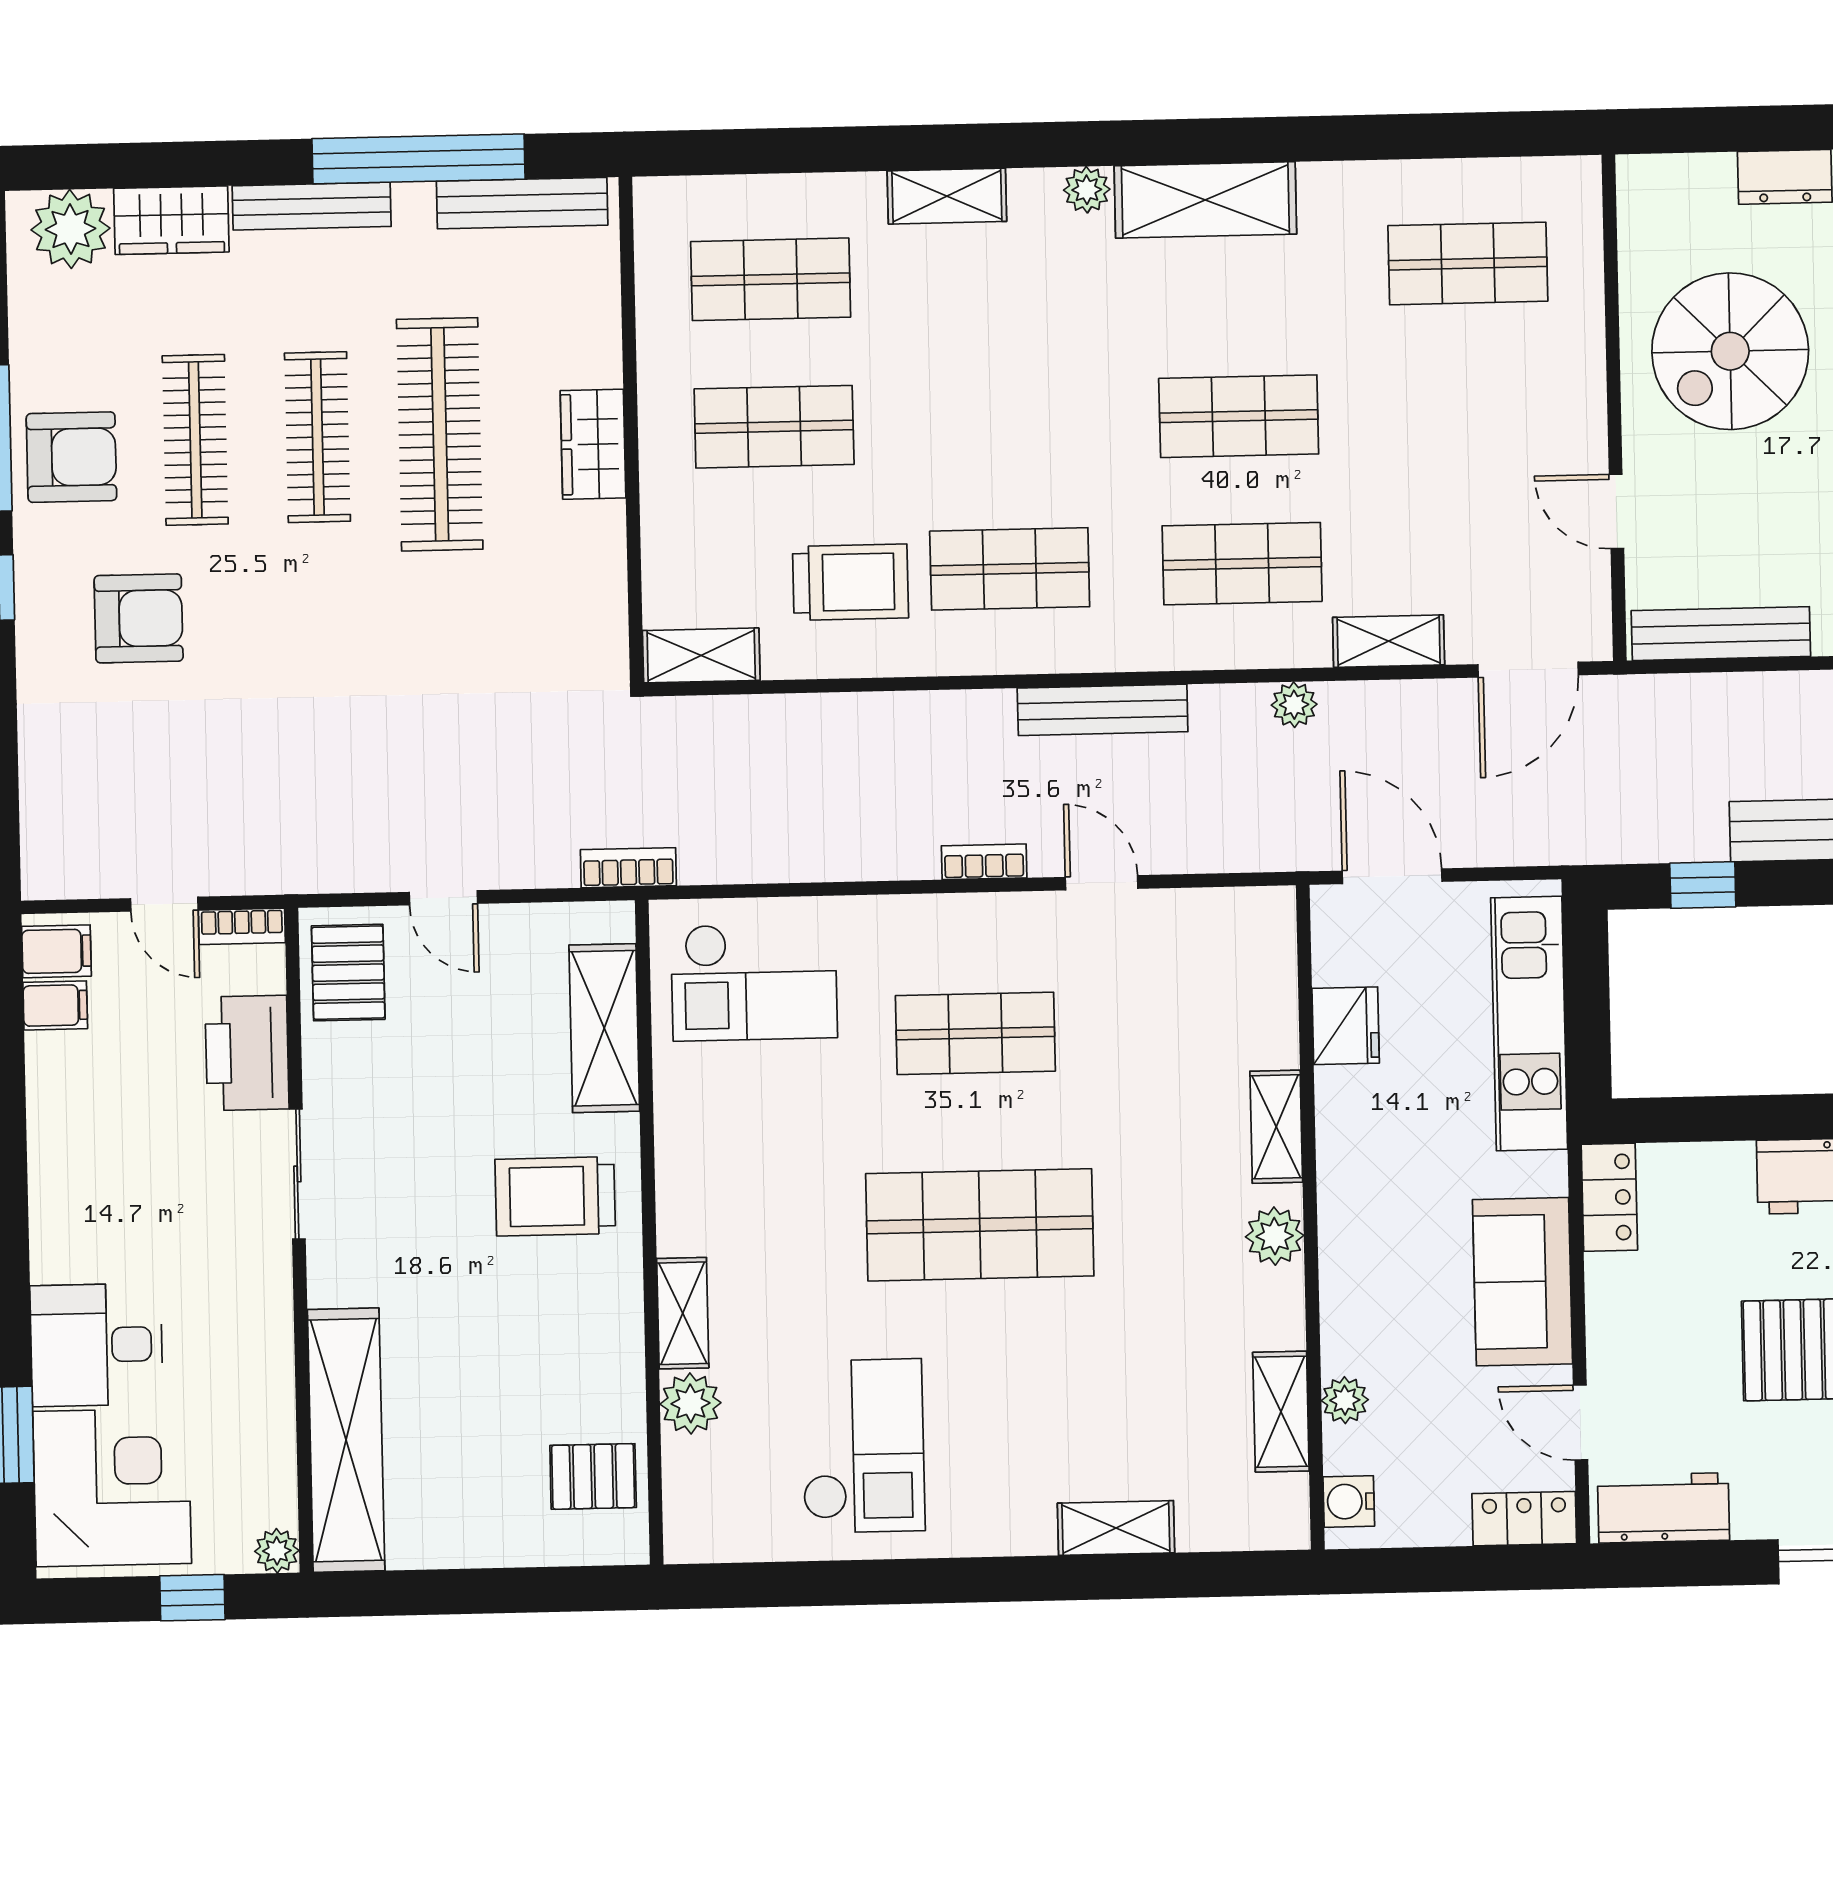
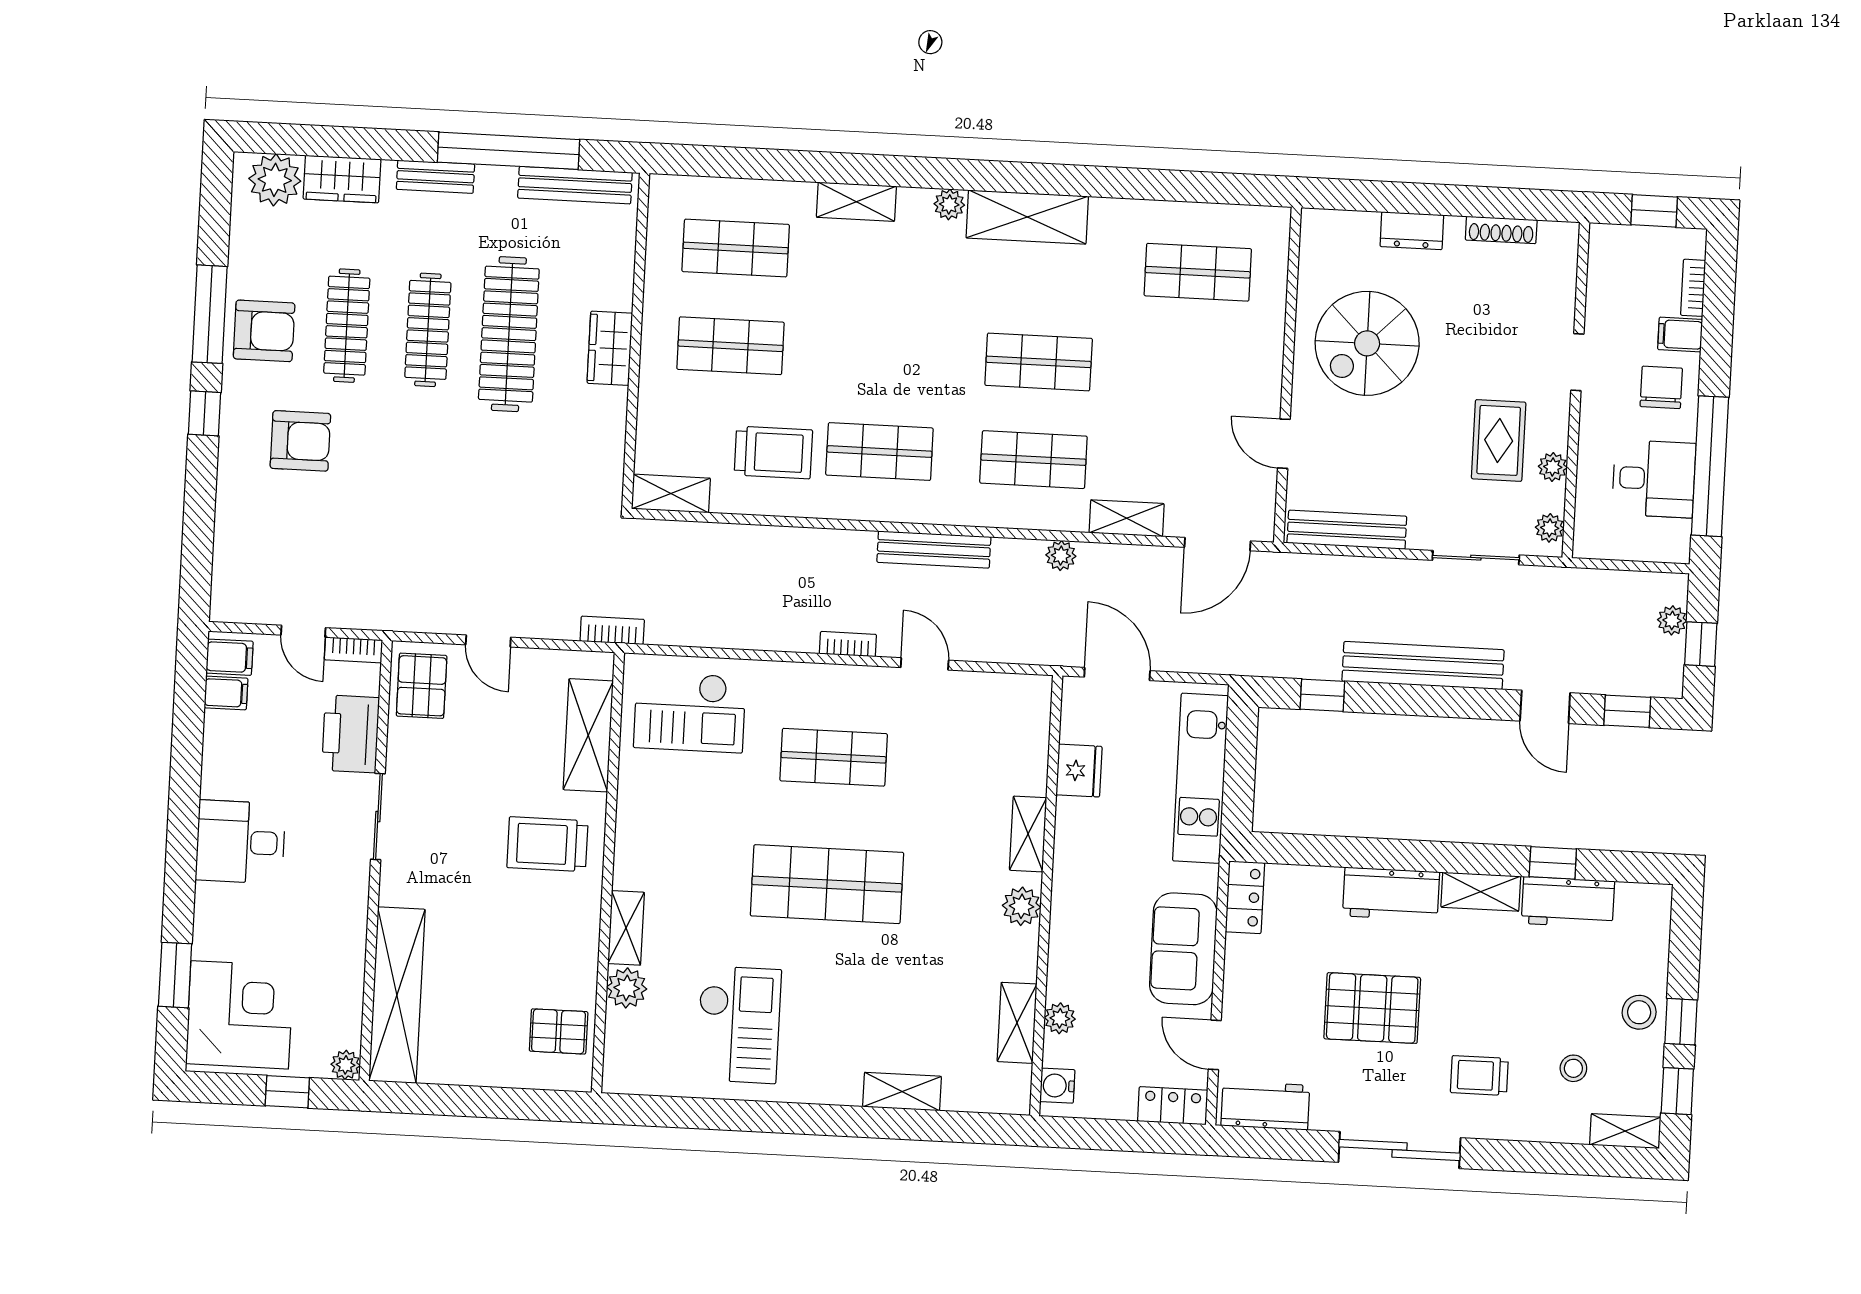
bench: (312, 206) -> (435, 177), width x0.73
desk: (96, 1345) -> (240, 842), moved

